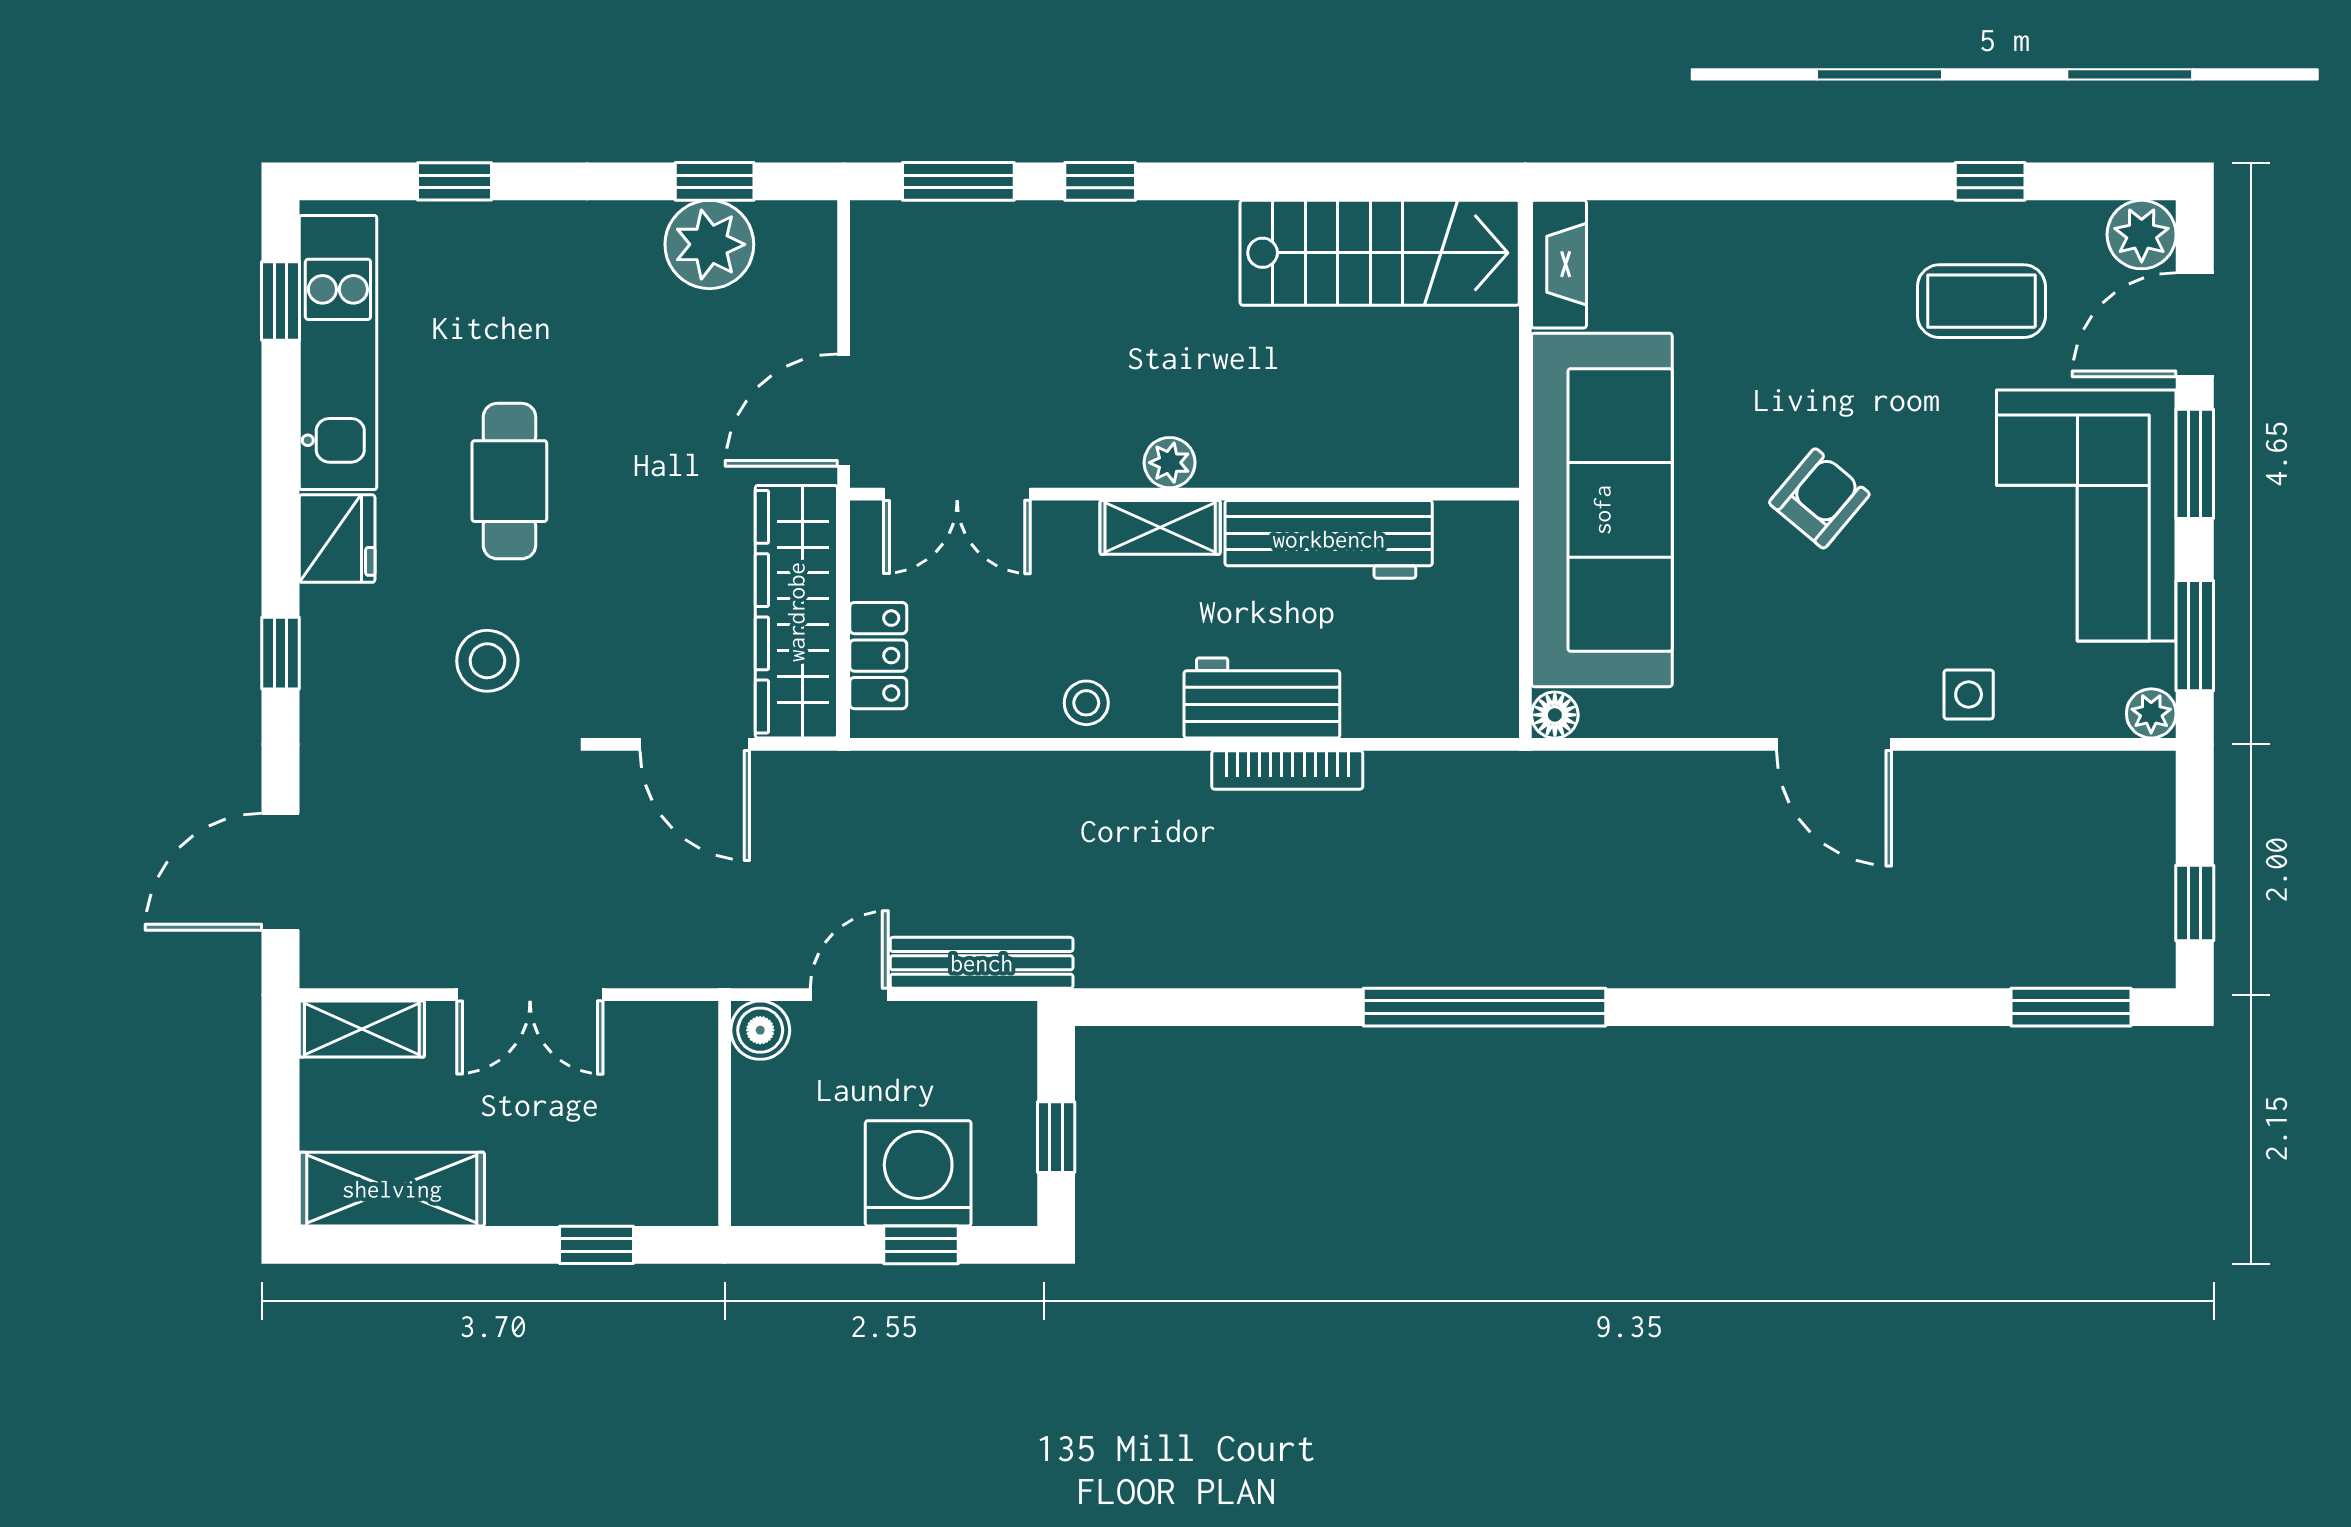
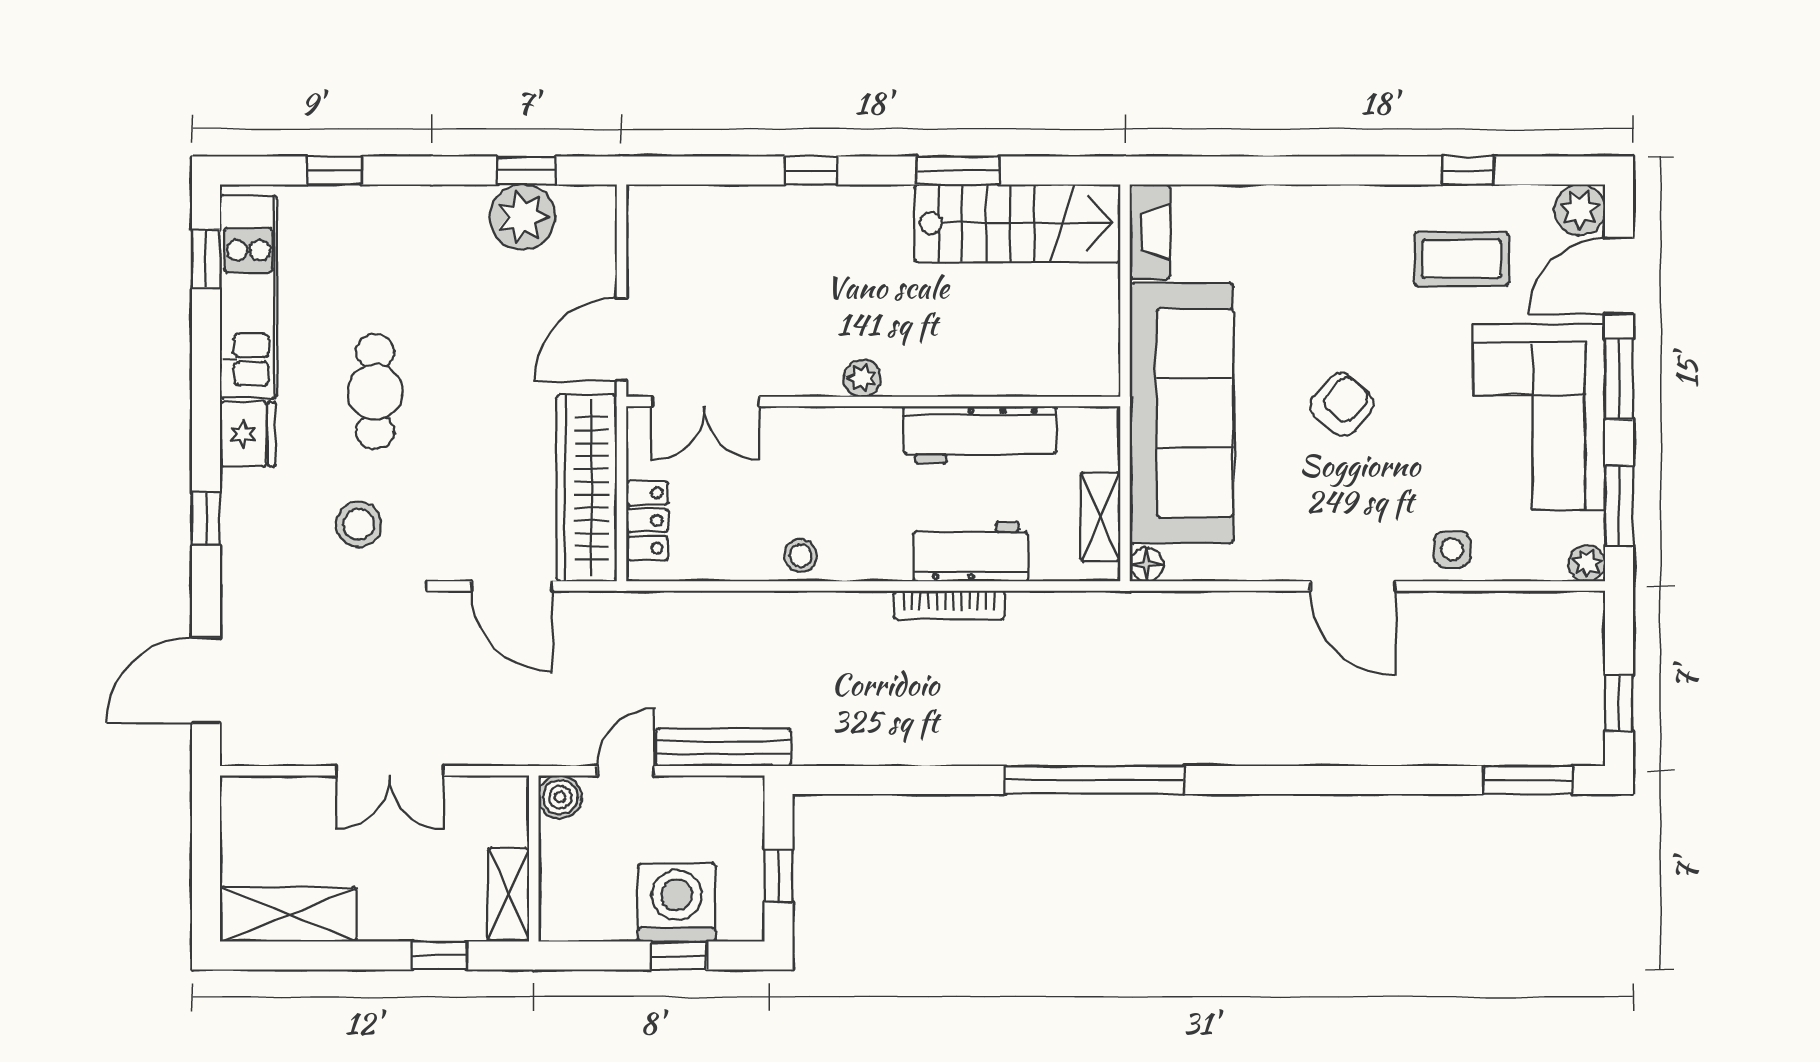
window: (958, 181) -> (958, 171), moved
shelving: (1160, 527) -> (1100, 517), moved, turned 90
workbench: (1262, 698) -> (971, 552), moved
shelving: (362, 1029) -> (508, 894), moved, turned 90

